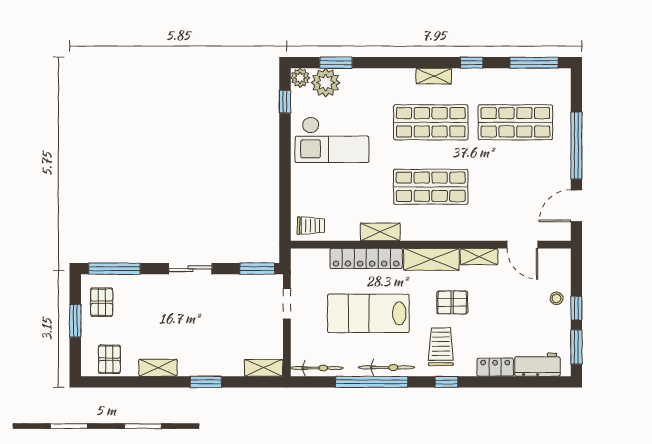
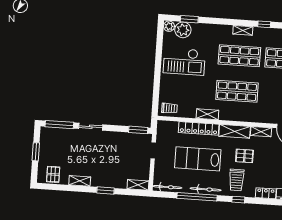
window: (285, 102) -> (160, 39), removed
sliding door: (190, 269) -> (91, 127), moved
pallet: (102, 302) -> (51, 143), removed
trolley: (441, 347) -> (237, 180), turned 180

